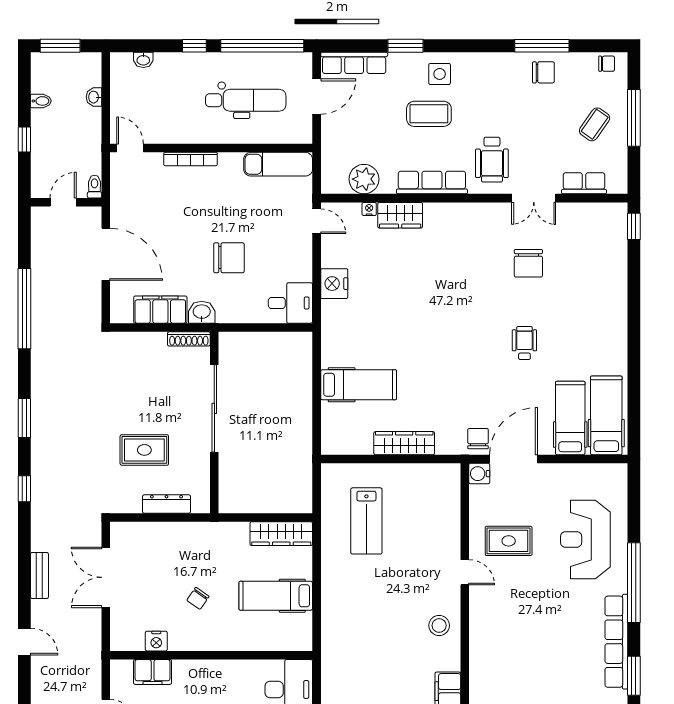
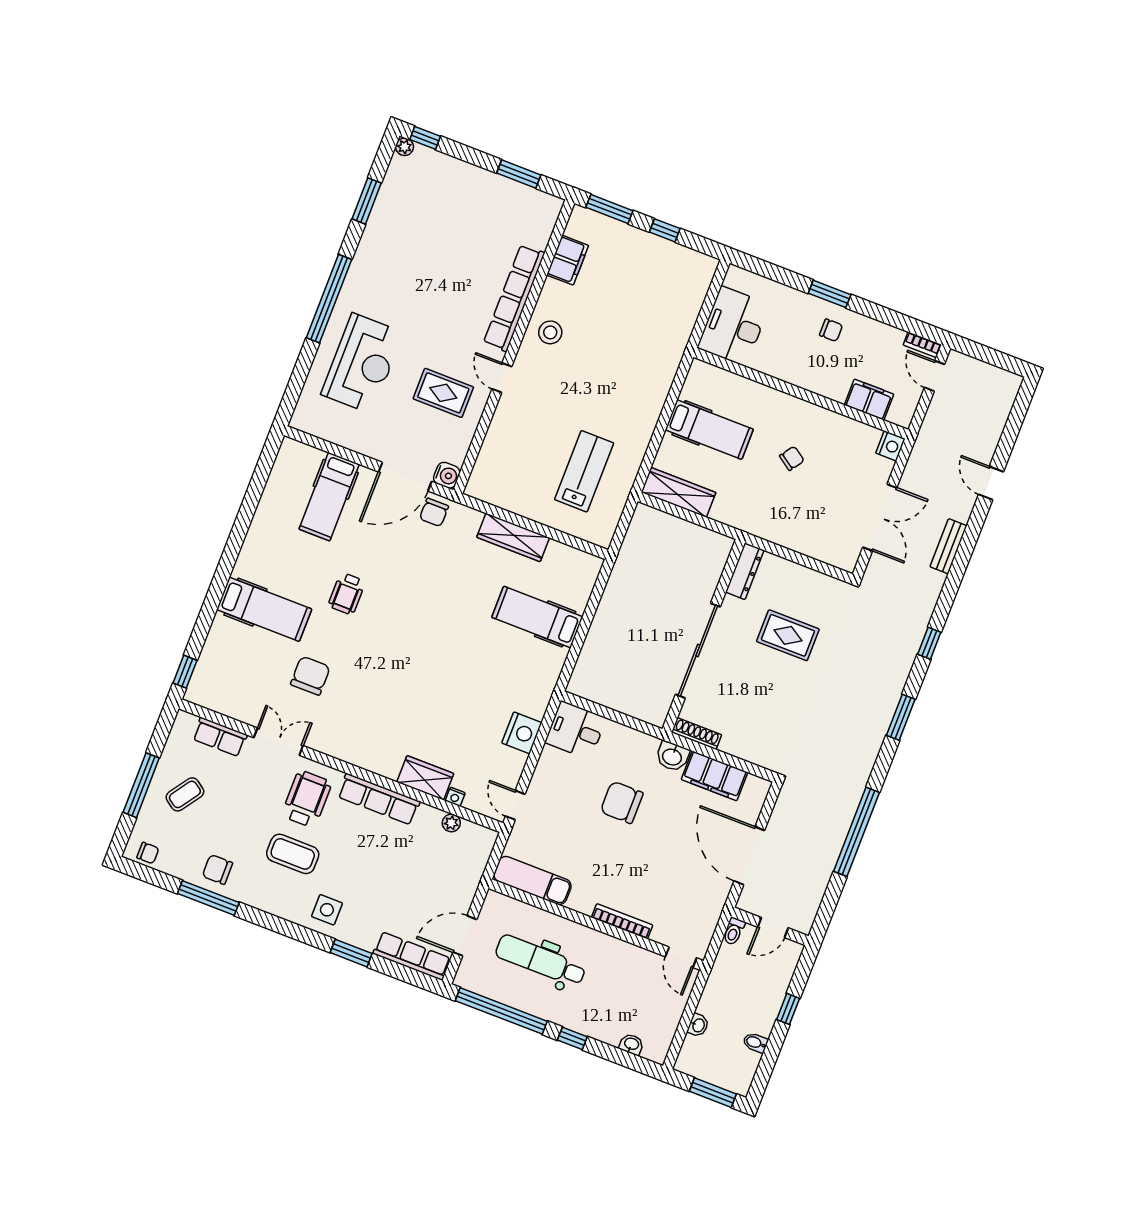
chair: (607, 64) -> (148, 853), turned 180
coffee table: (429, 114) -> (293, 854), moved
plant: (364, 179) -> (451, 823), width x0.53, depth x0.53
hospital bed: (606, 415) -> (264, 609), moved, turned -90
dresser: (167, 504) -> (745, 571), moved, turned -90
nightstand: (156, 641) -> (890, 446), moved, turned 90
row of seats: (616, 642) -> (514, 298), moved, turned 180

